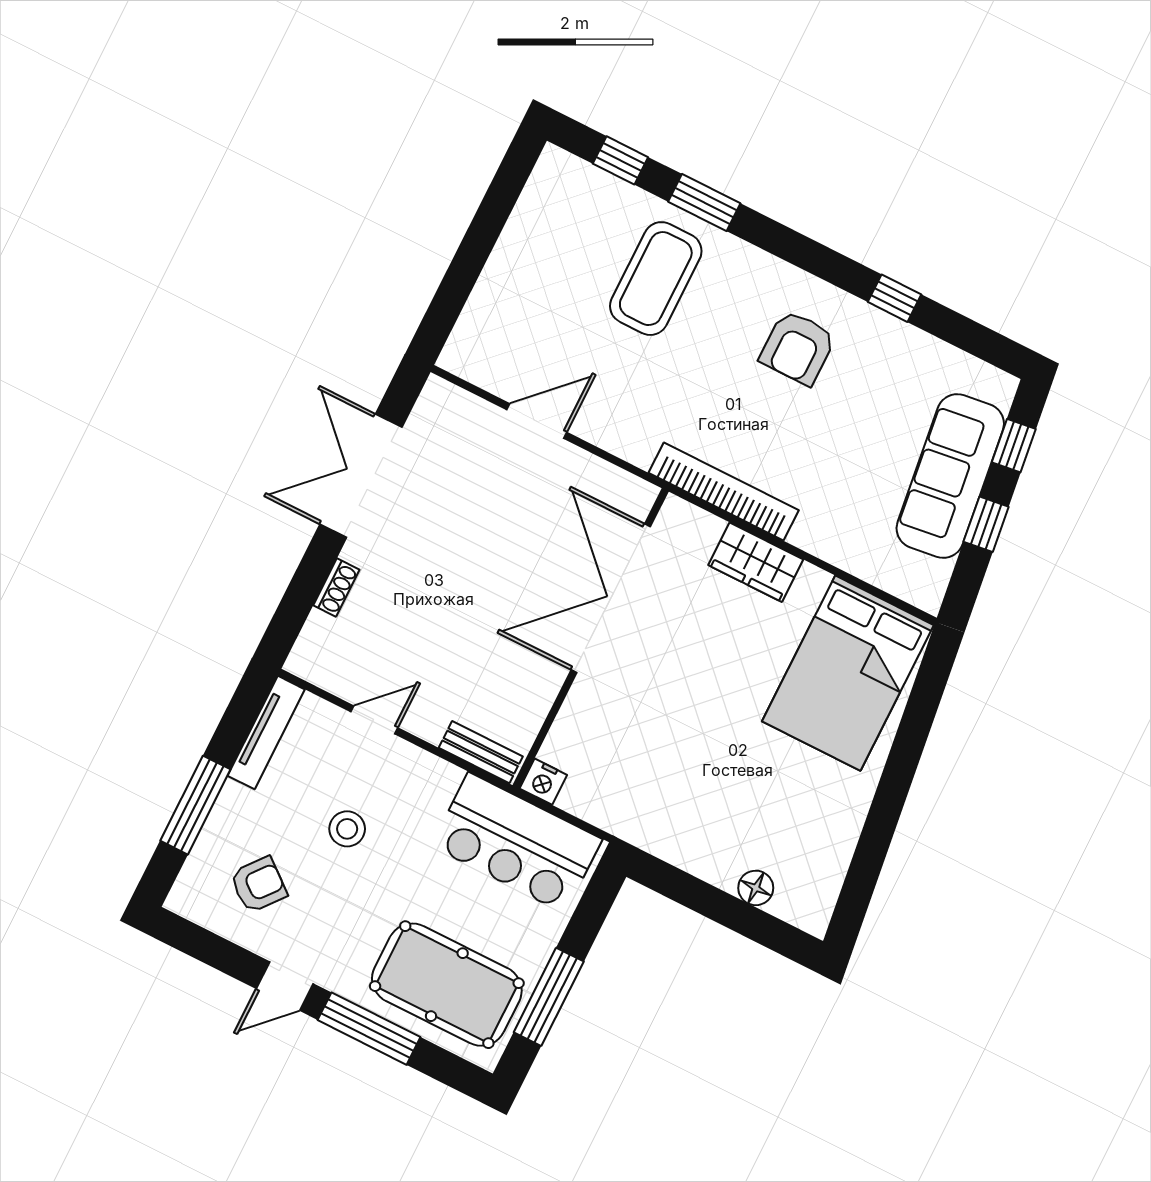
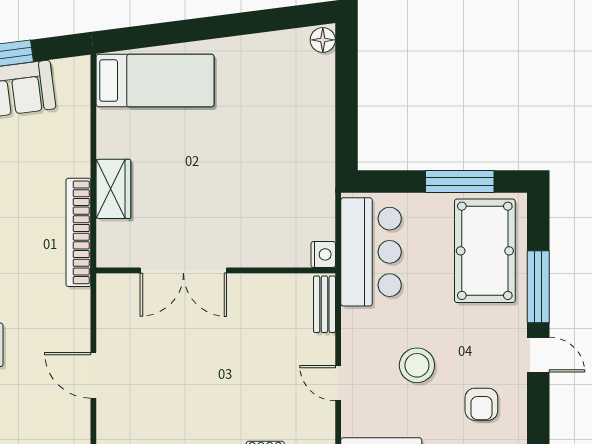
double door: (611, 598) -> (183, 270), width x0.73
bed: (848, 673) -> (155, 81), width x0.67
stool: (347, 829) -> (417, 365), width x1.38, depth x1.38
armchair: (259, 885) -> (481, 404), turned -129
floor lamp: (756, 888) -> (323, 40), moved

